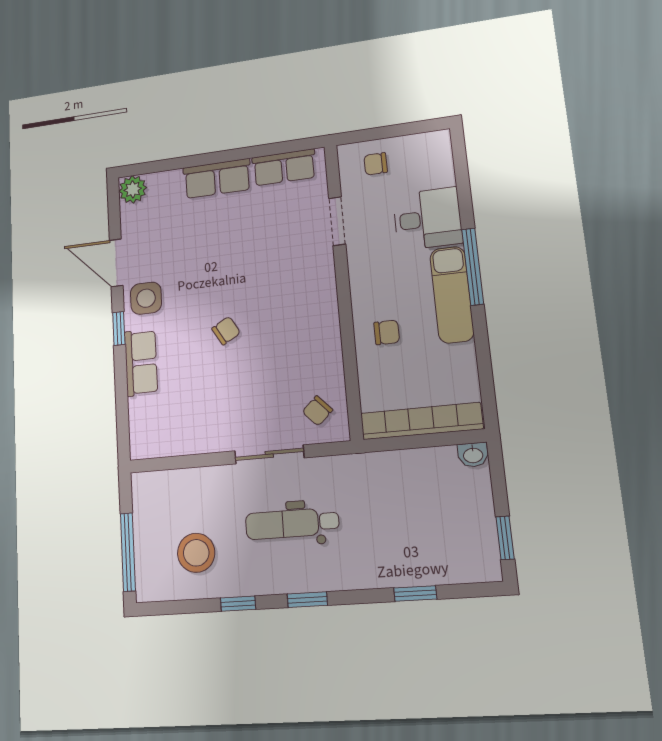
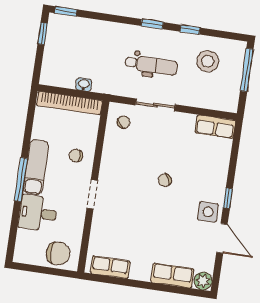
chair: (376, 164) -> (58, 253), width x1.87, depth x1.87
row of seats: (217, 179) -> (172, 276), moved
doorway: (337, 221) -> (92, 194), moved
row of seats: (141, 363) -> (215, 127), moved, turned -90
washbasin: (473, 455) -> (84, 84), moved
window: (415, 593) -> (66, 11), moved

